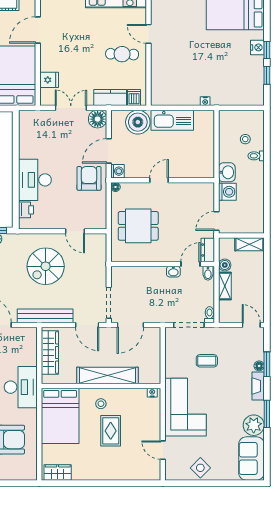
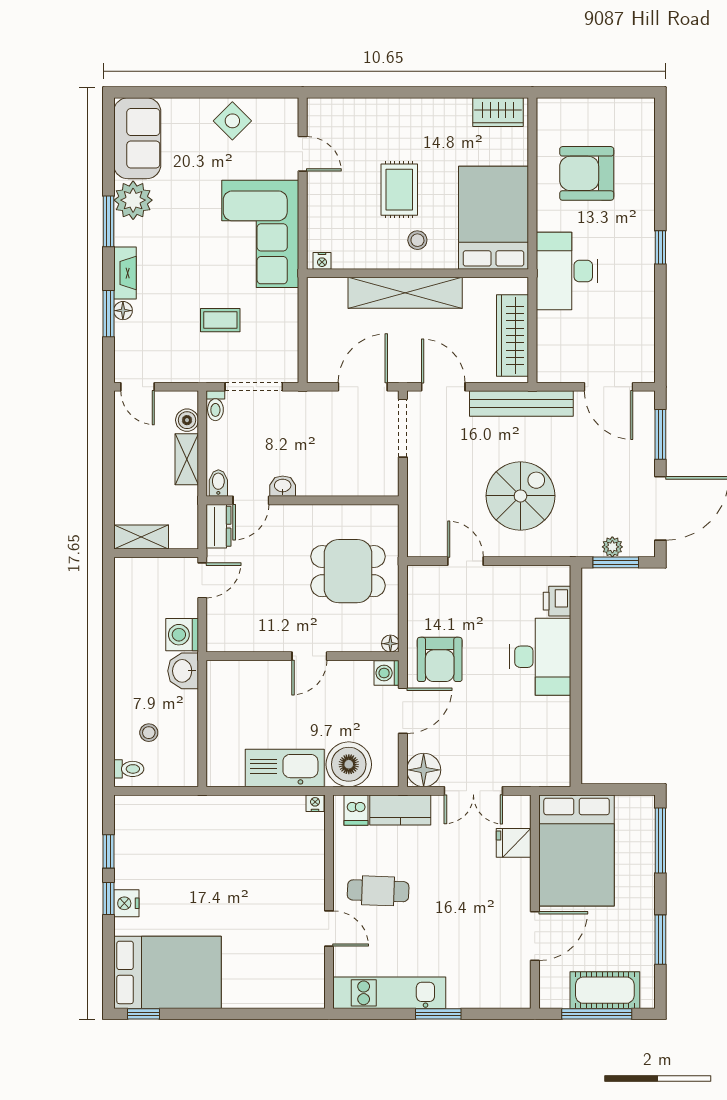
nightstand: (205, 101) -> (315, 803), moved
toilet: (256, 156) -> (129, 769), moved
boiler: (225, 265) -> (187, 420), moved

